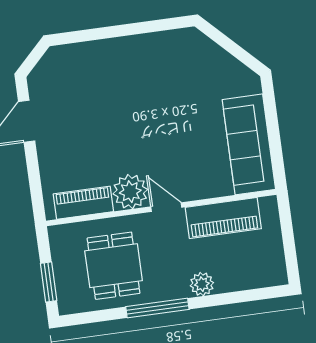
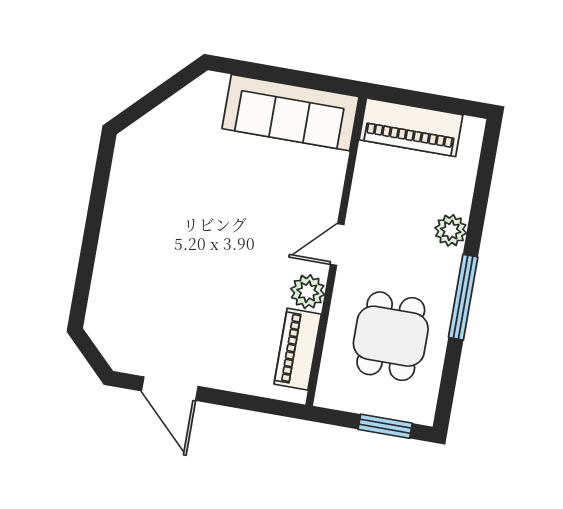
plant: (130, 192) -> (308, 292), width x0.73, depth x0.73
piano: (223, 218) -> (411, 127), moved, turned 90
dining table: (114, 266) -> (391, 336), turned 90

